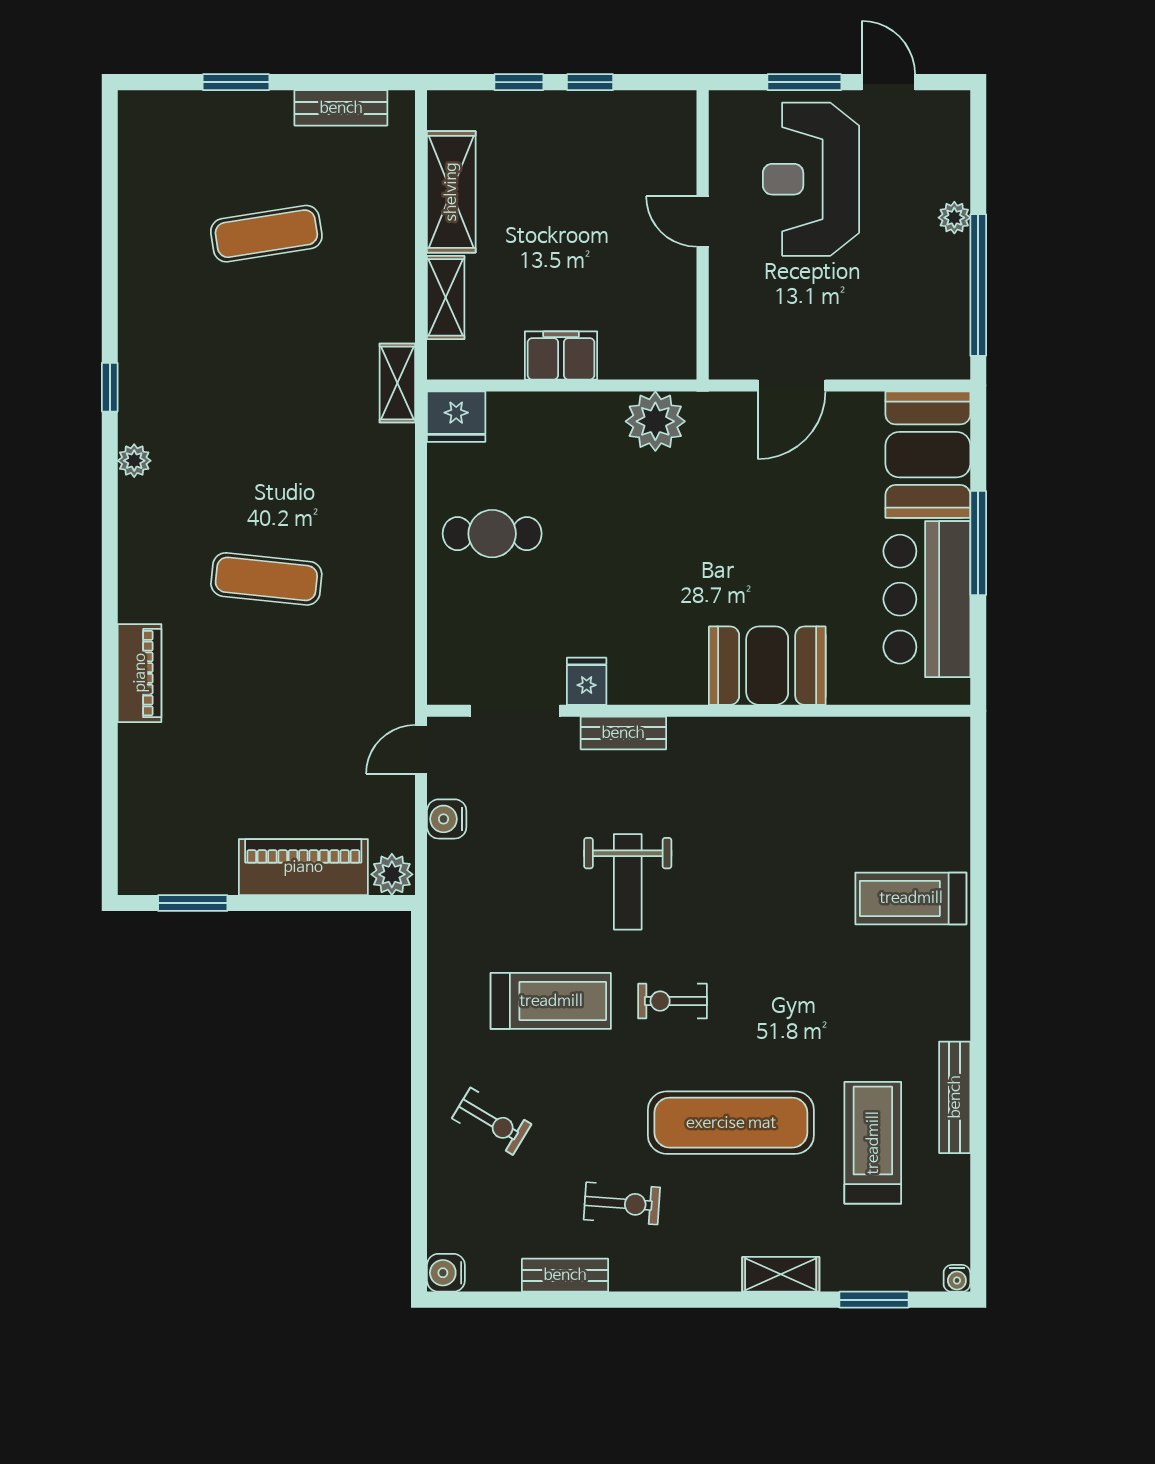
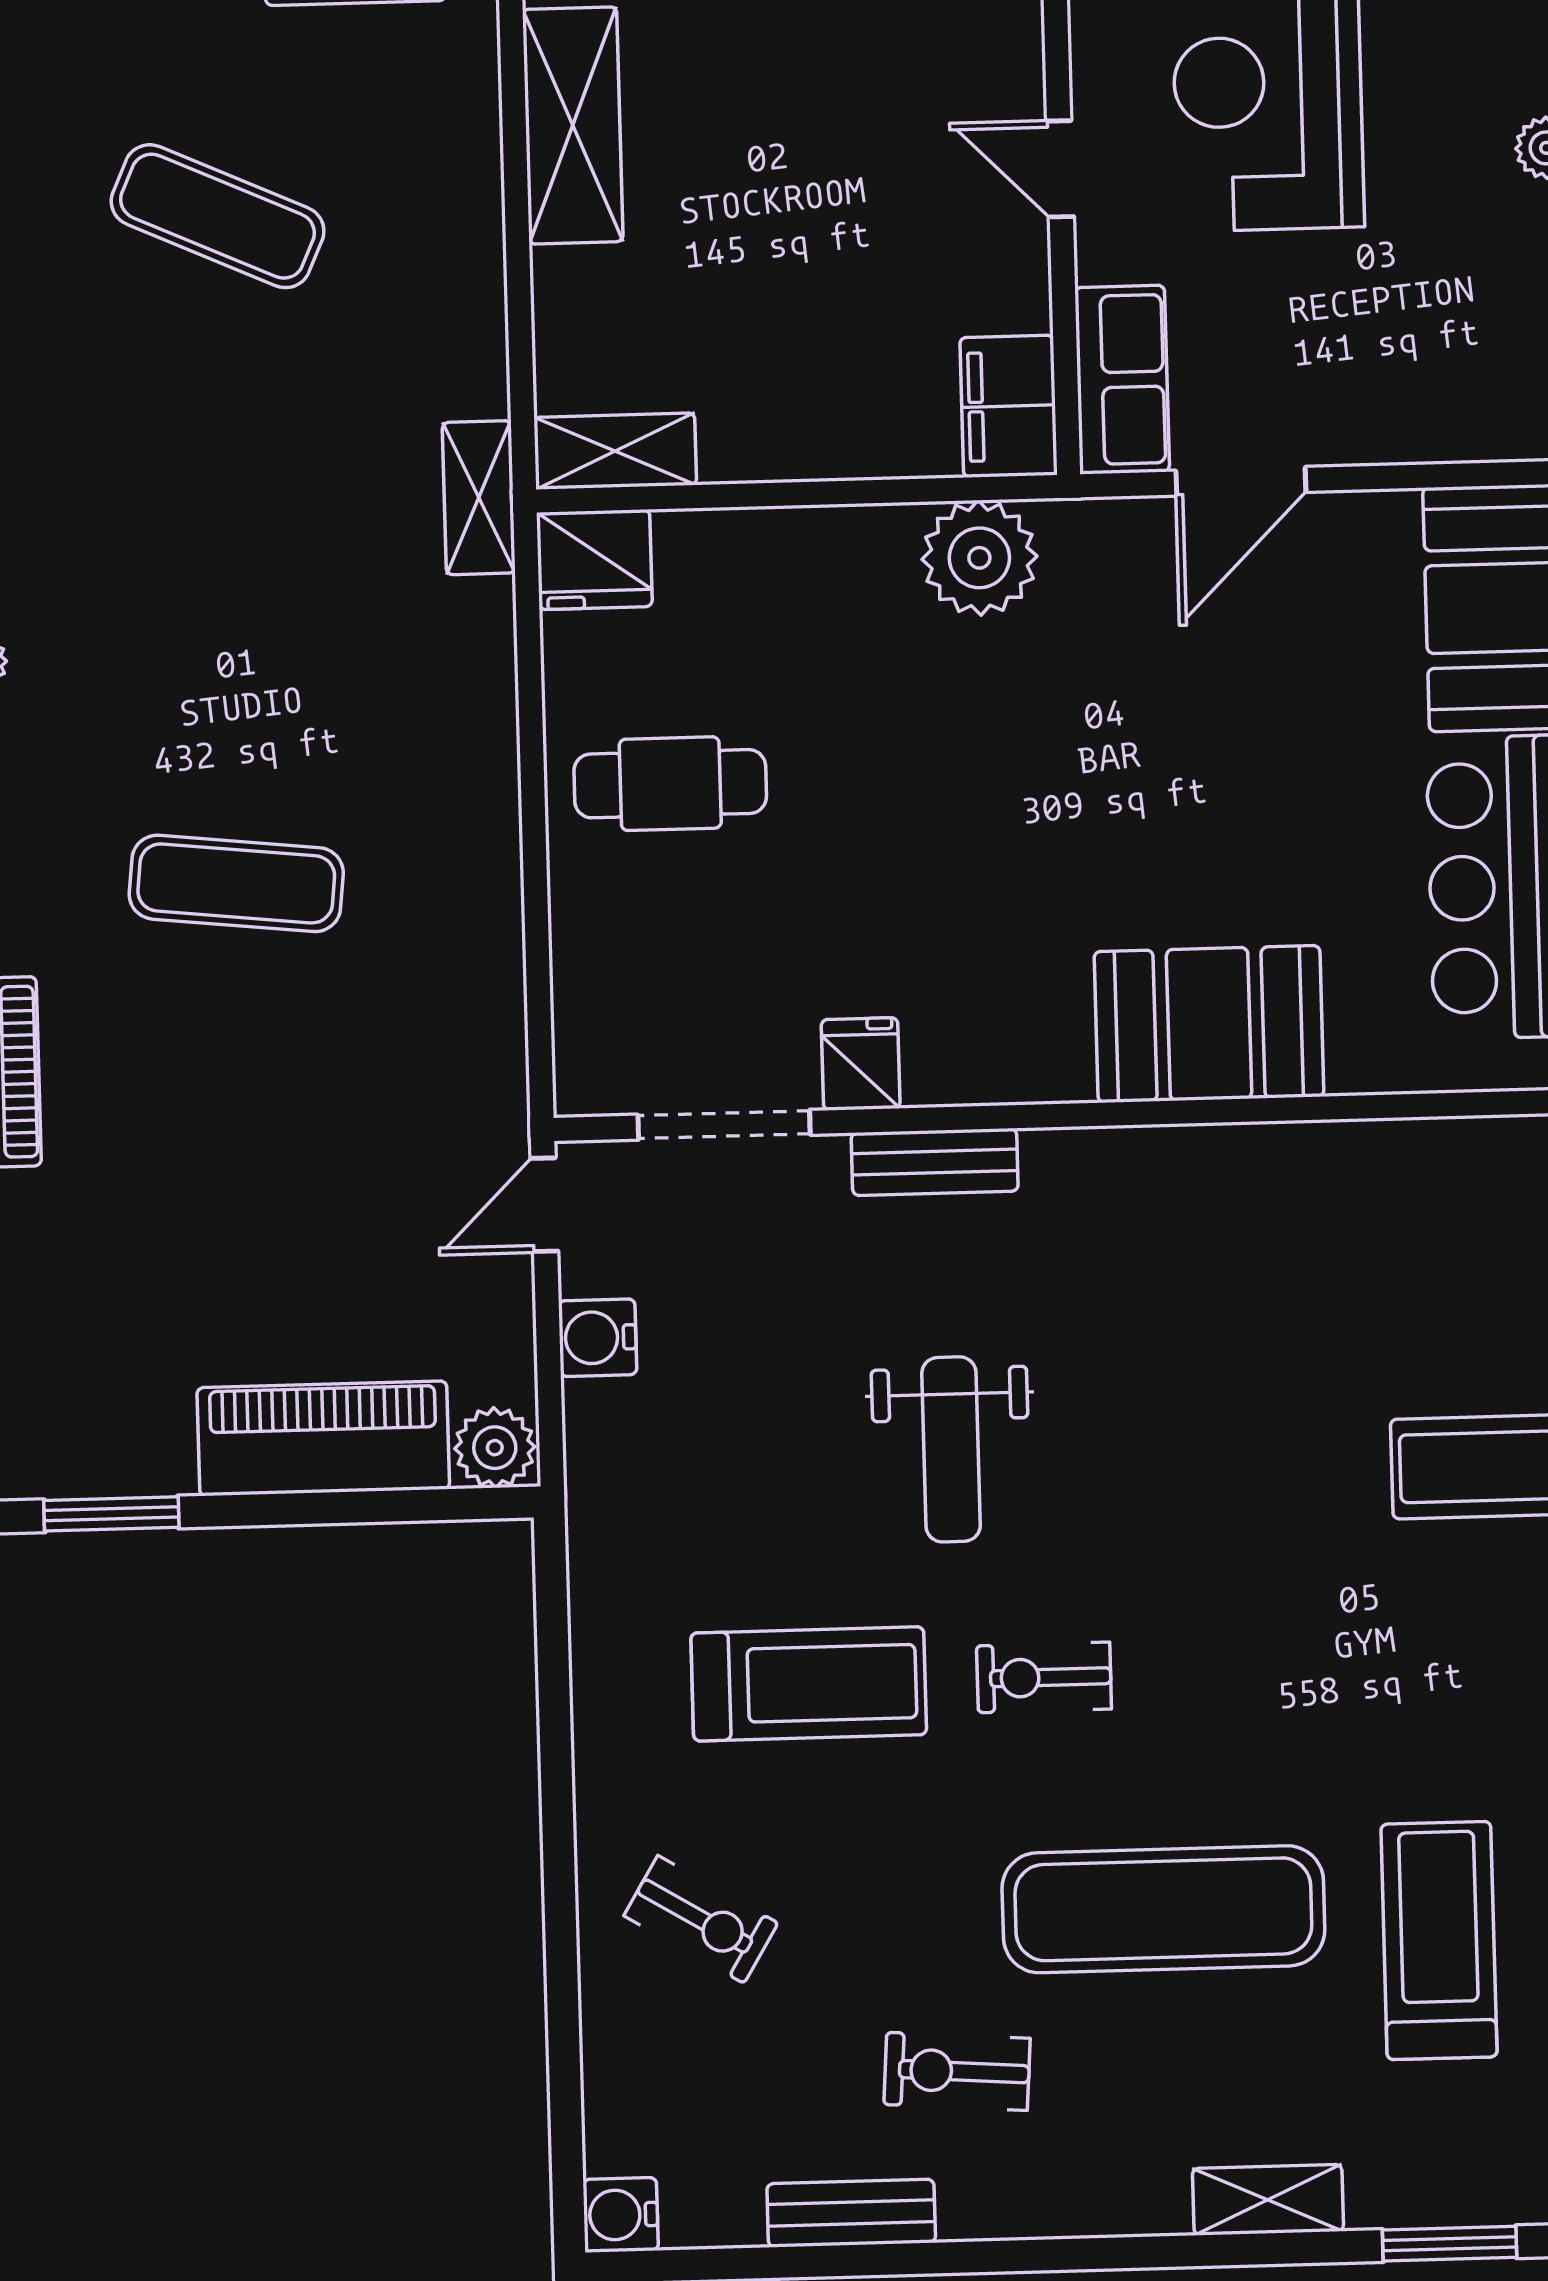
exercise mat: (266, 234) -> (218, 216), turned 33
shelving: (446, 297) -> (615, 451), moved, turned 90
row of seats: (732, 331) -> (1122, 380), added
filing cabinet: (561, 355) -> (1008, 406), moved, turned -90
exercise bike: (622, 1203) -> (957, 2071), turned 180

